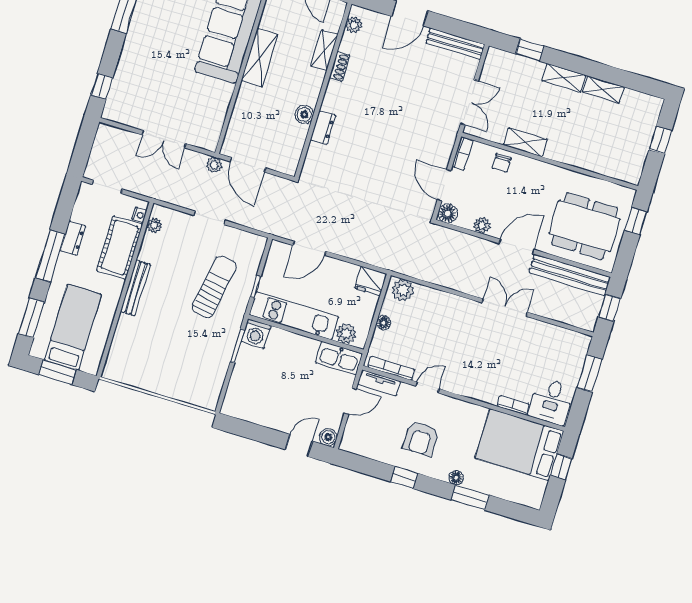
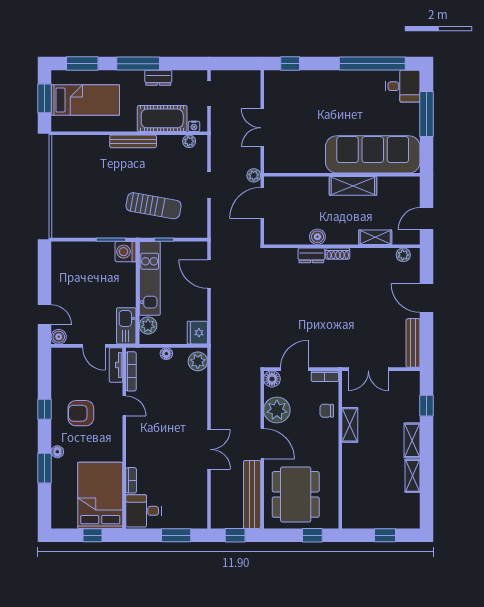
shoe rack: (340, 66) -> (338, 254), moved
plant: (482, 225) -> (277, 410), width x1.87, depth x1.87

